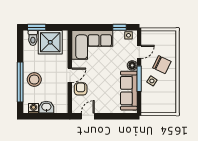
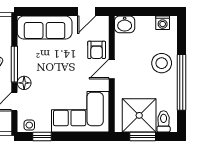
window: (37, 27) -> (143, 136), moved
window: (20, 82) -> (181, 82), moved
sofa: (129, 91) -> (45, 27), moved, turned 90
washbasin: (46, 107) -> (125, 24), moved

